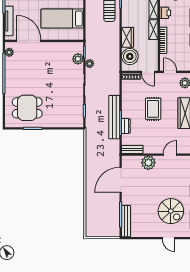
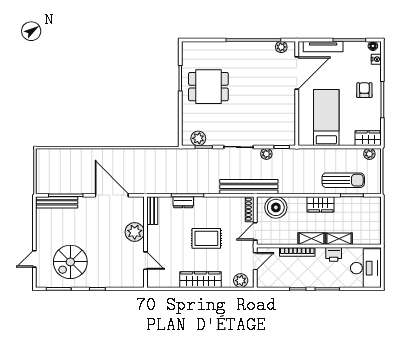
wardrobe: (127, 37) -> (321, 204), moved
plant: (78, 59) -> (198, 138), moved
dining table: (27, 108) -> (208, 87), moved, turned 90
bench: (114, 117) -> (249, 187), moved

